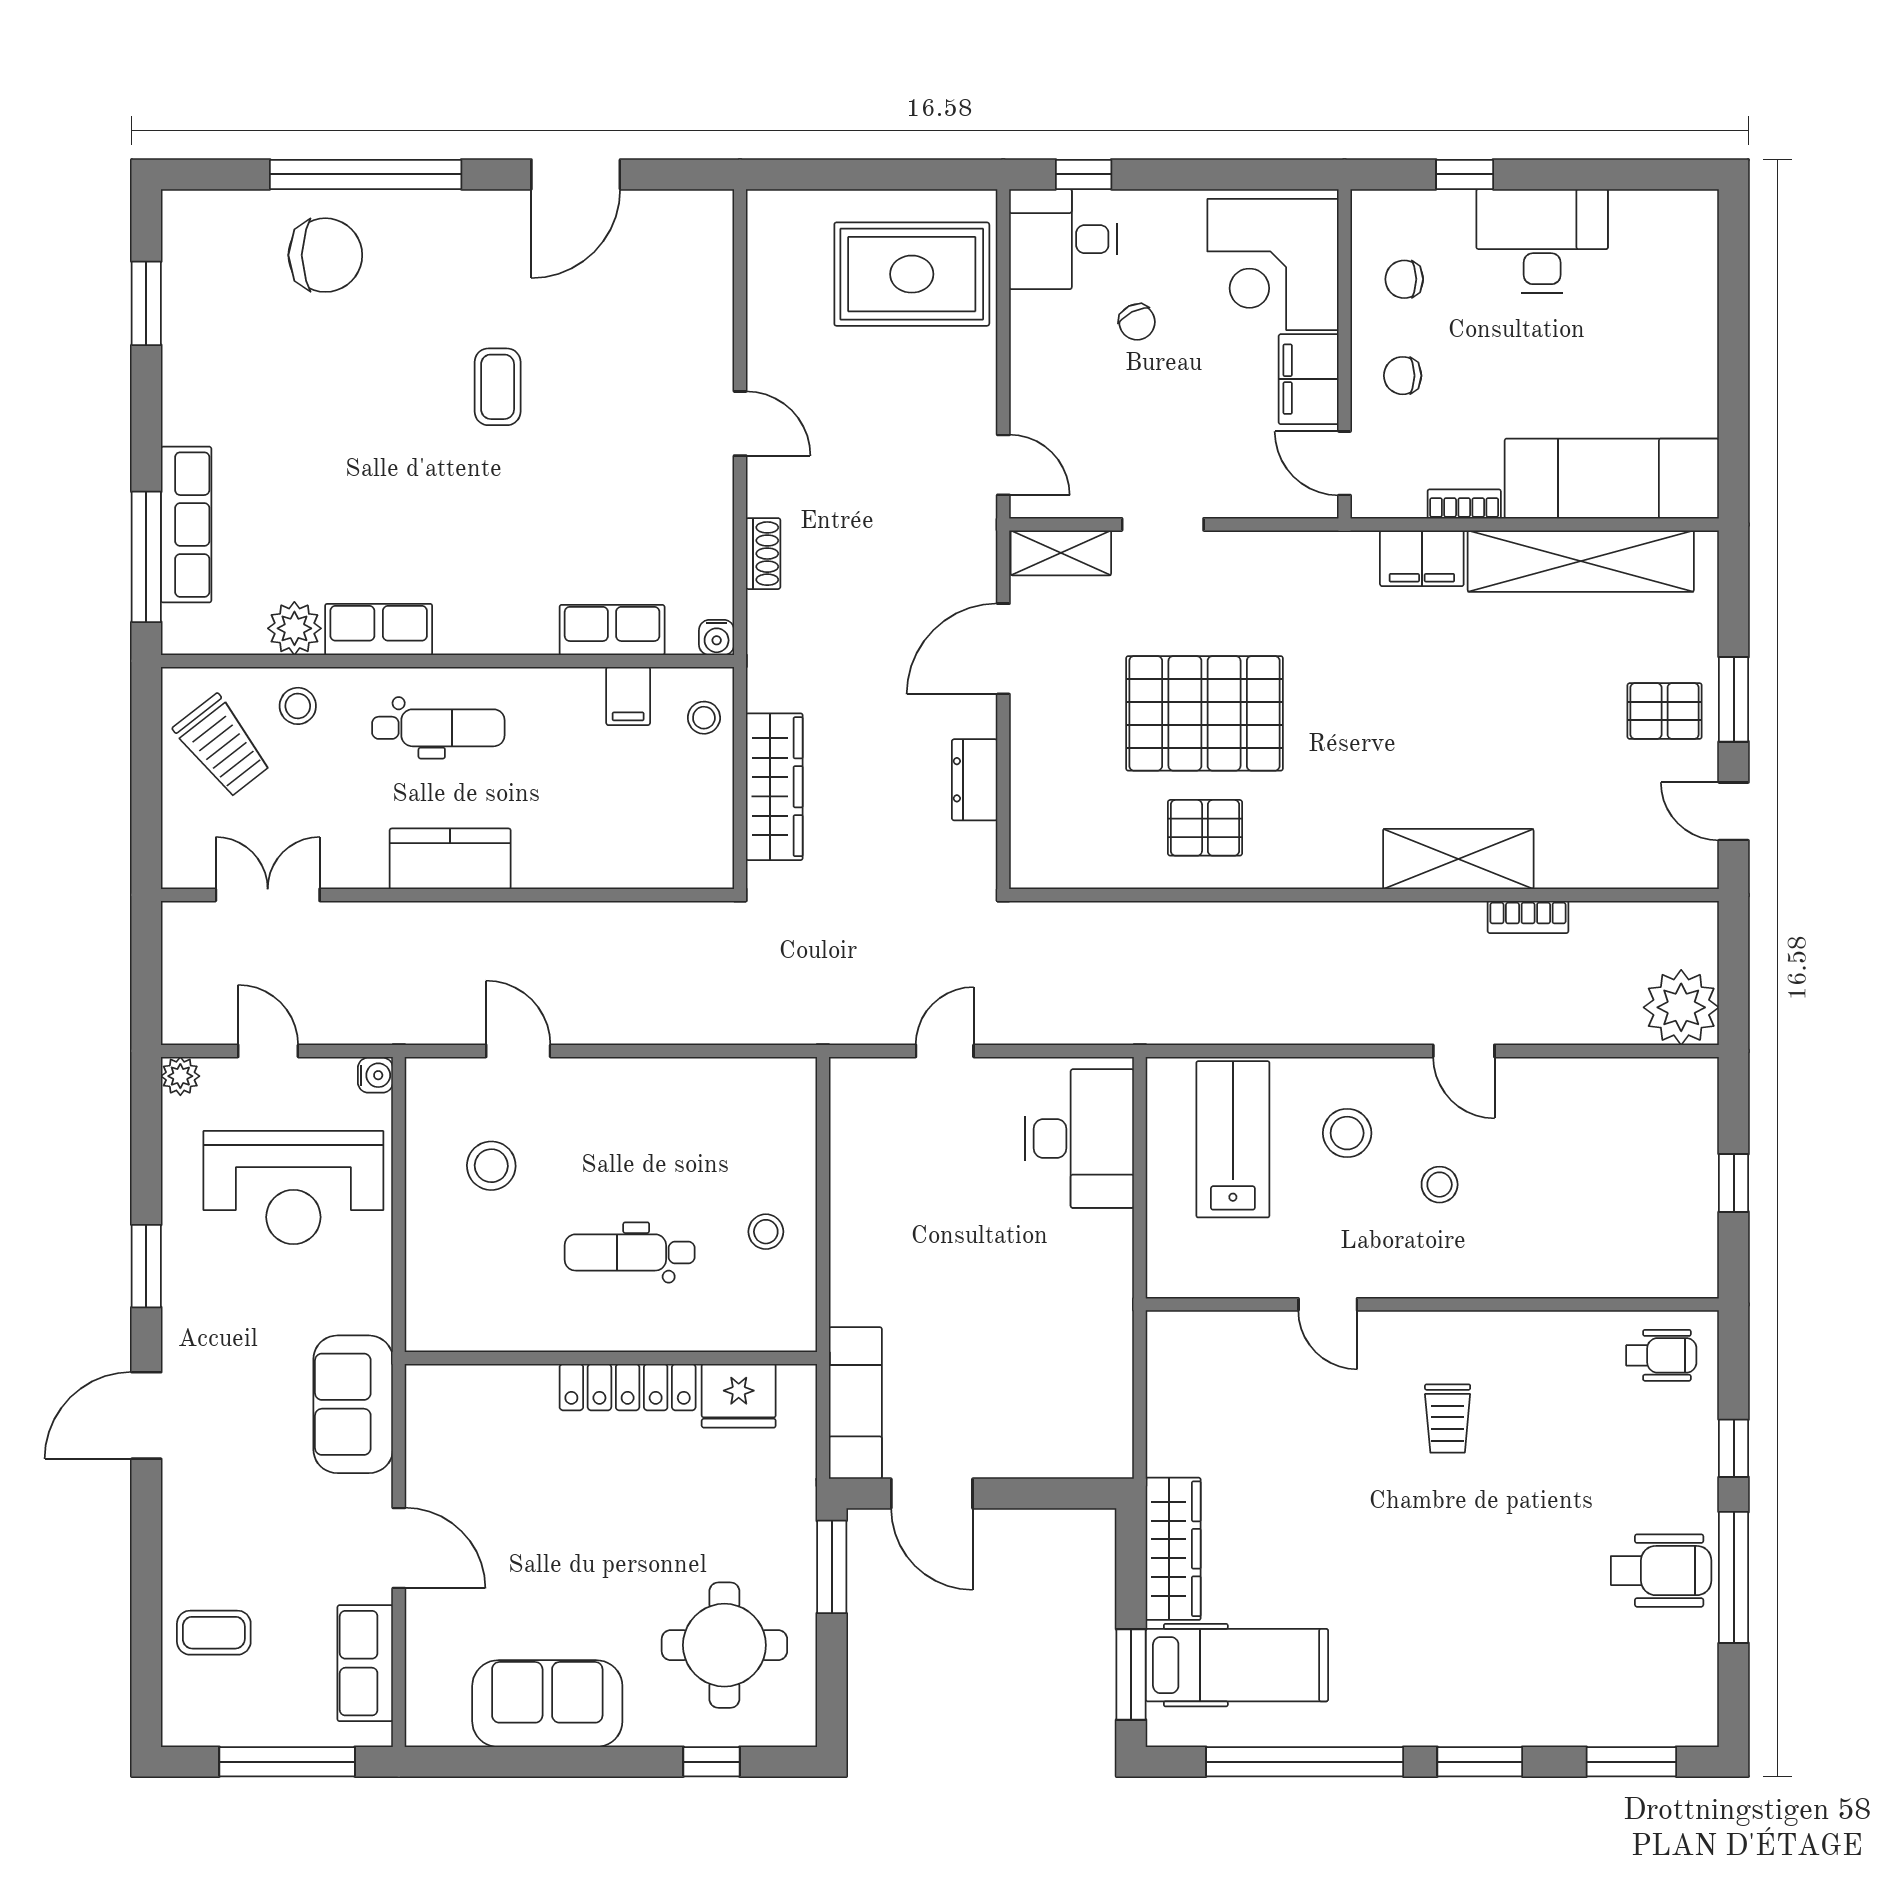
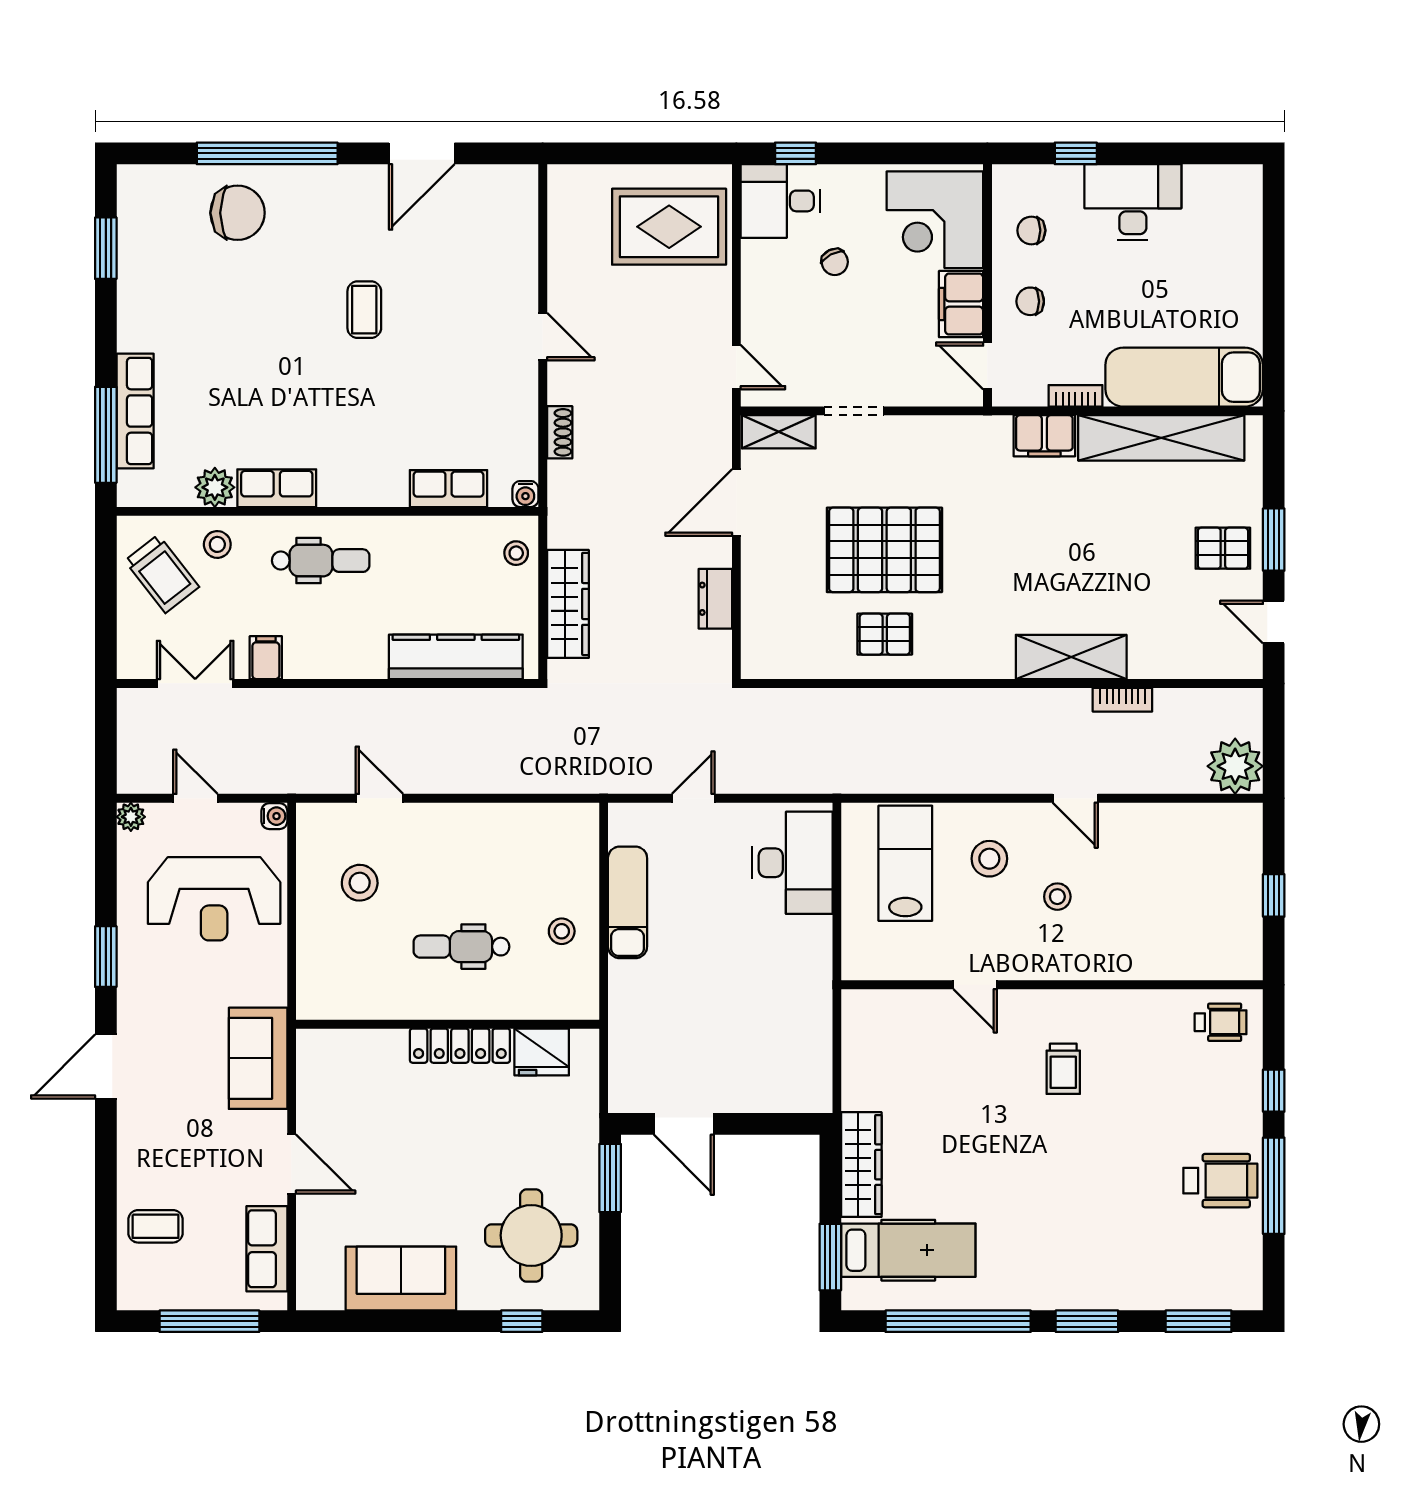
filing cabinet: (628, 696) -> (266, 658), moved, turned 180
kitchen counter: (450, 859) -> (456, 657), moved, width x1.50
exam couch: (855, 1403) -> (628, 902), moved

